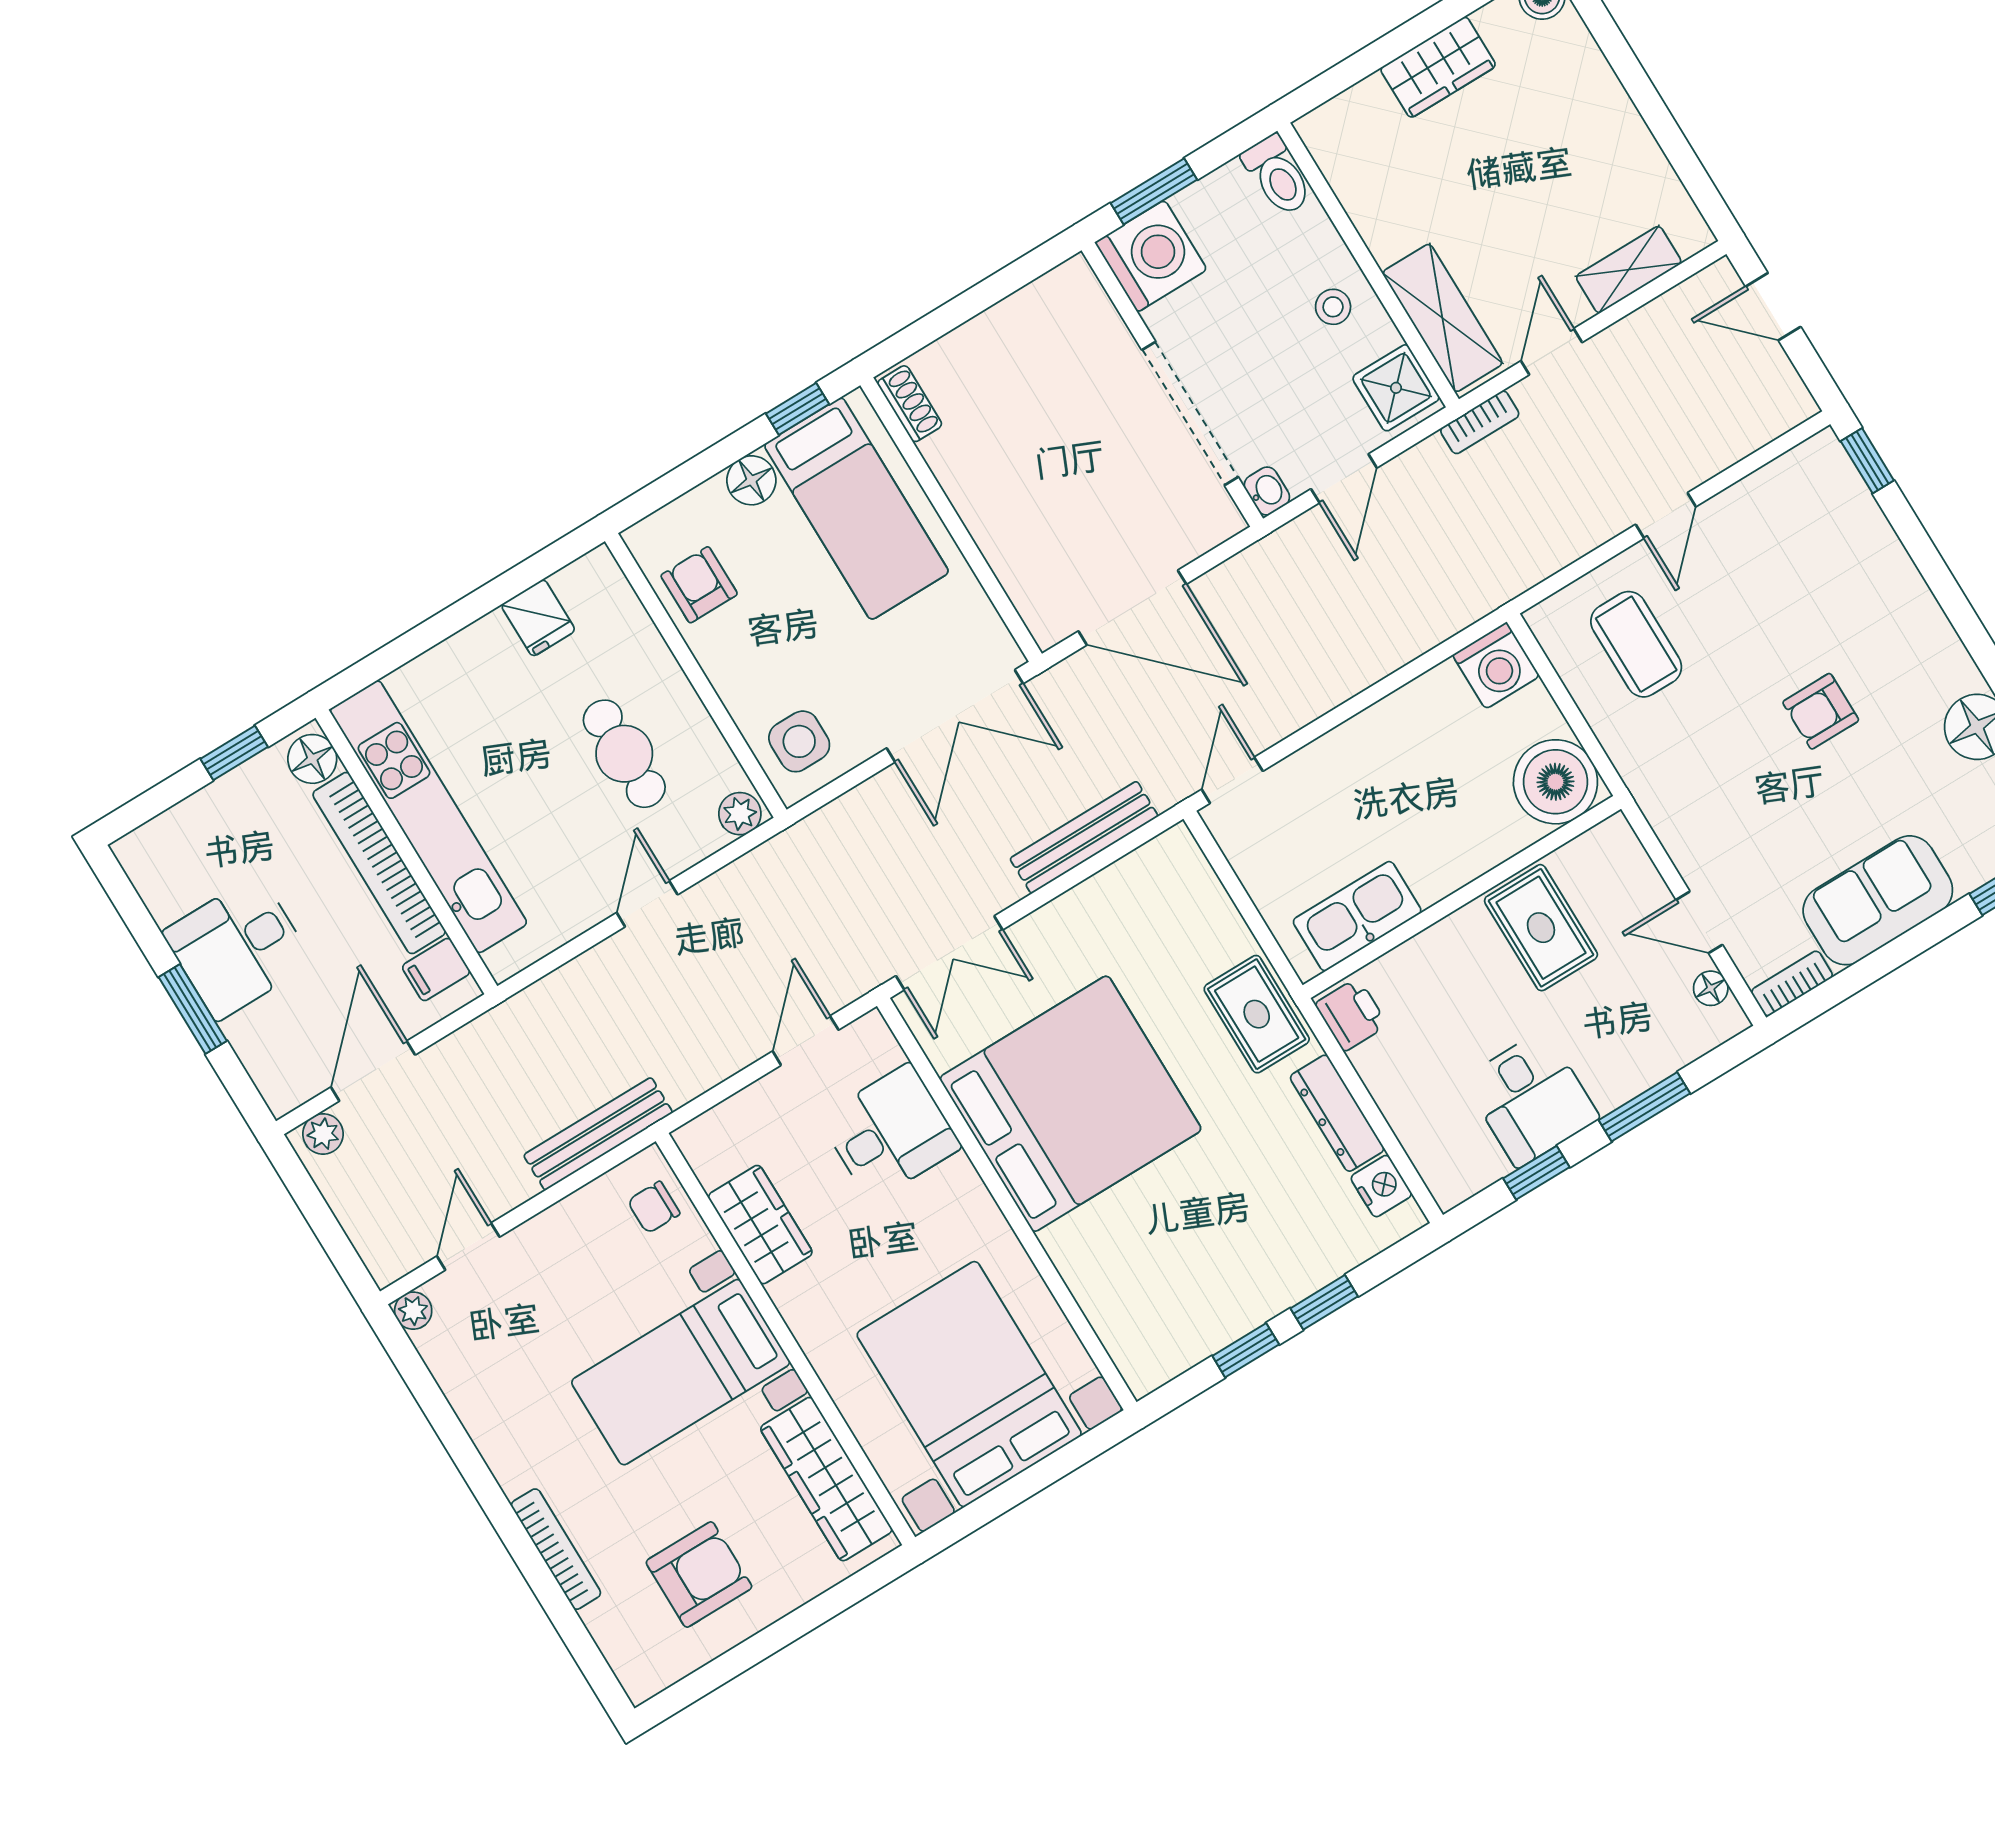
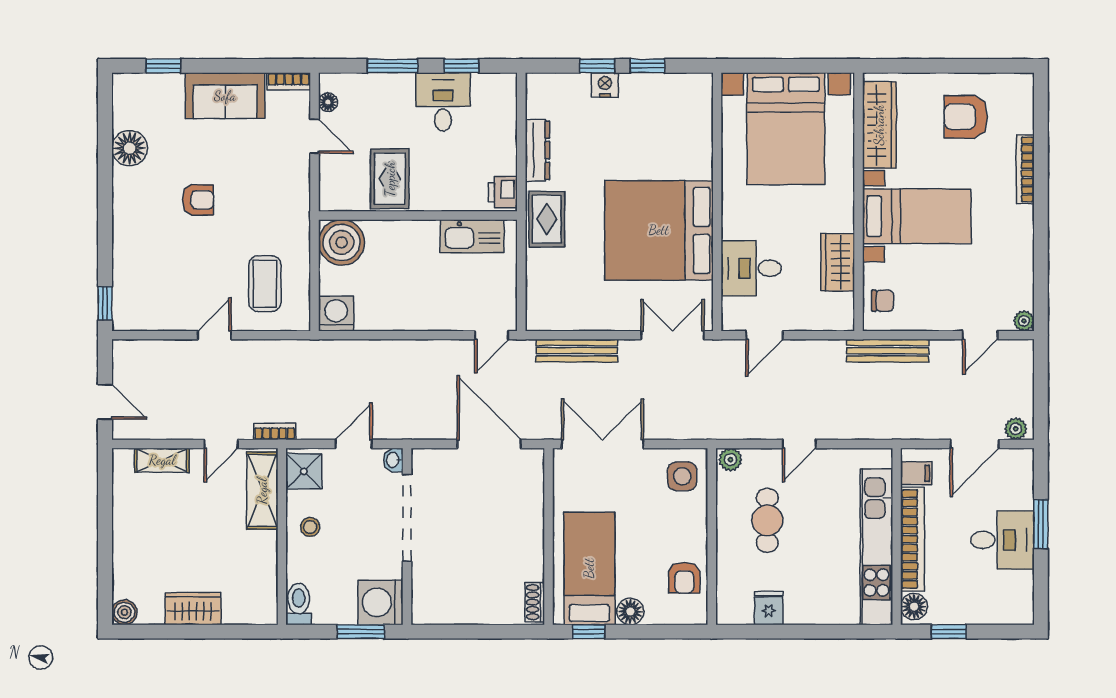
nightstand: (1381, 1186) -> (605, 85), moved, turned 90

